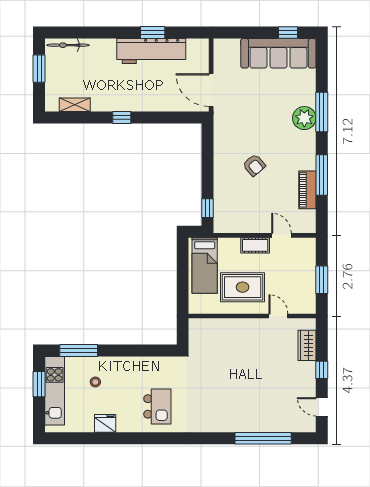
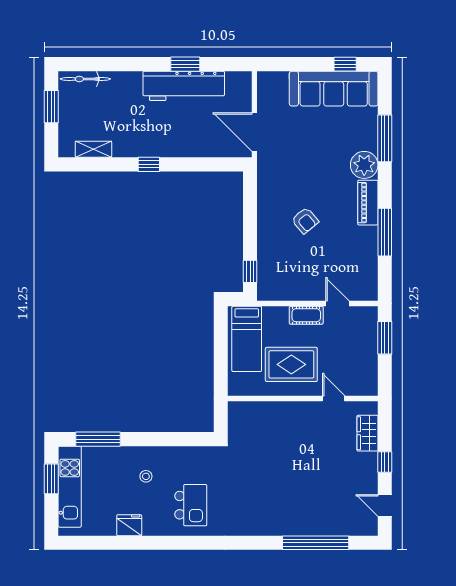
window: (322, 112) -> (385, 138), moved
piano: (307, 190) -> (368, 203), moved
window: (322, 280) -> (385, 338), moved
stool: (95, 382) -> (146, 476), moved

